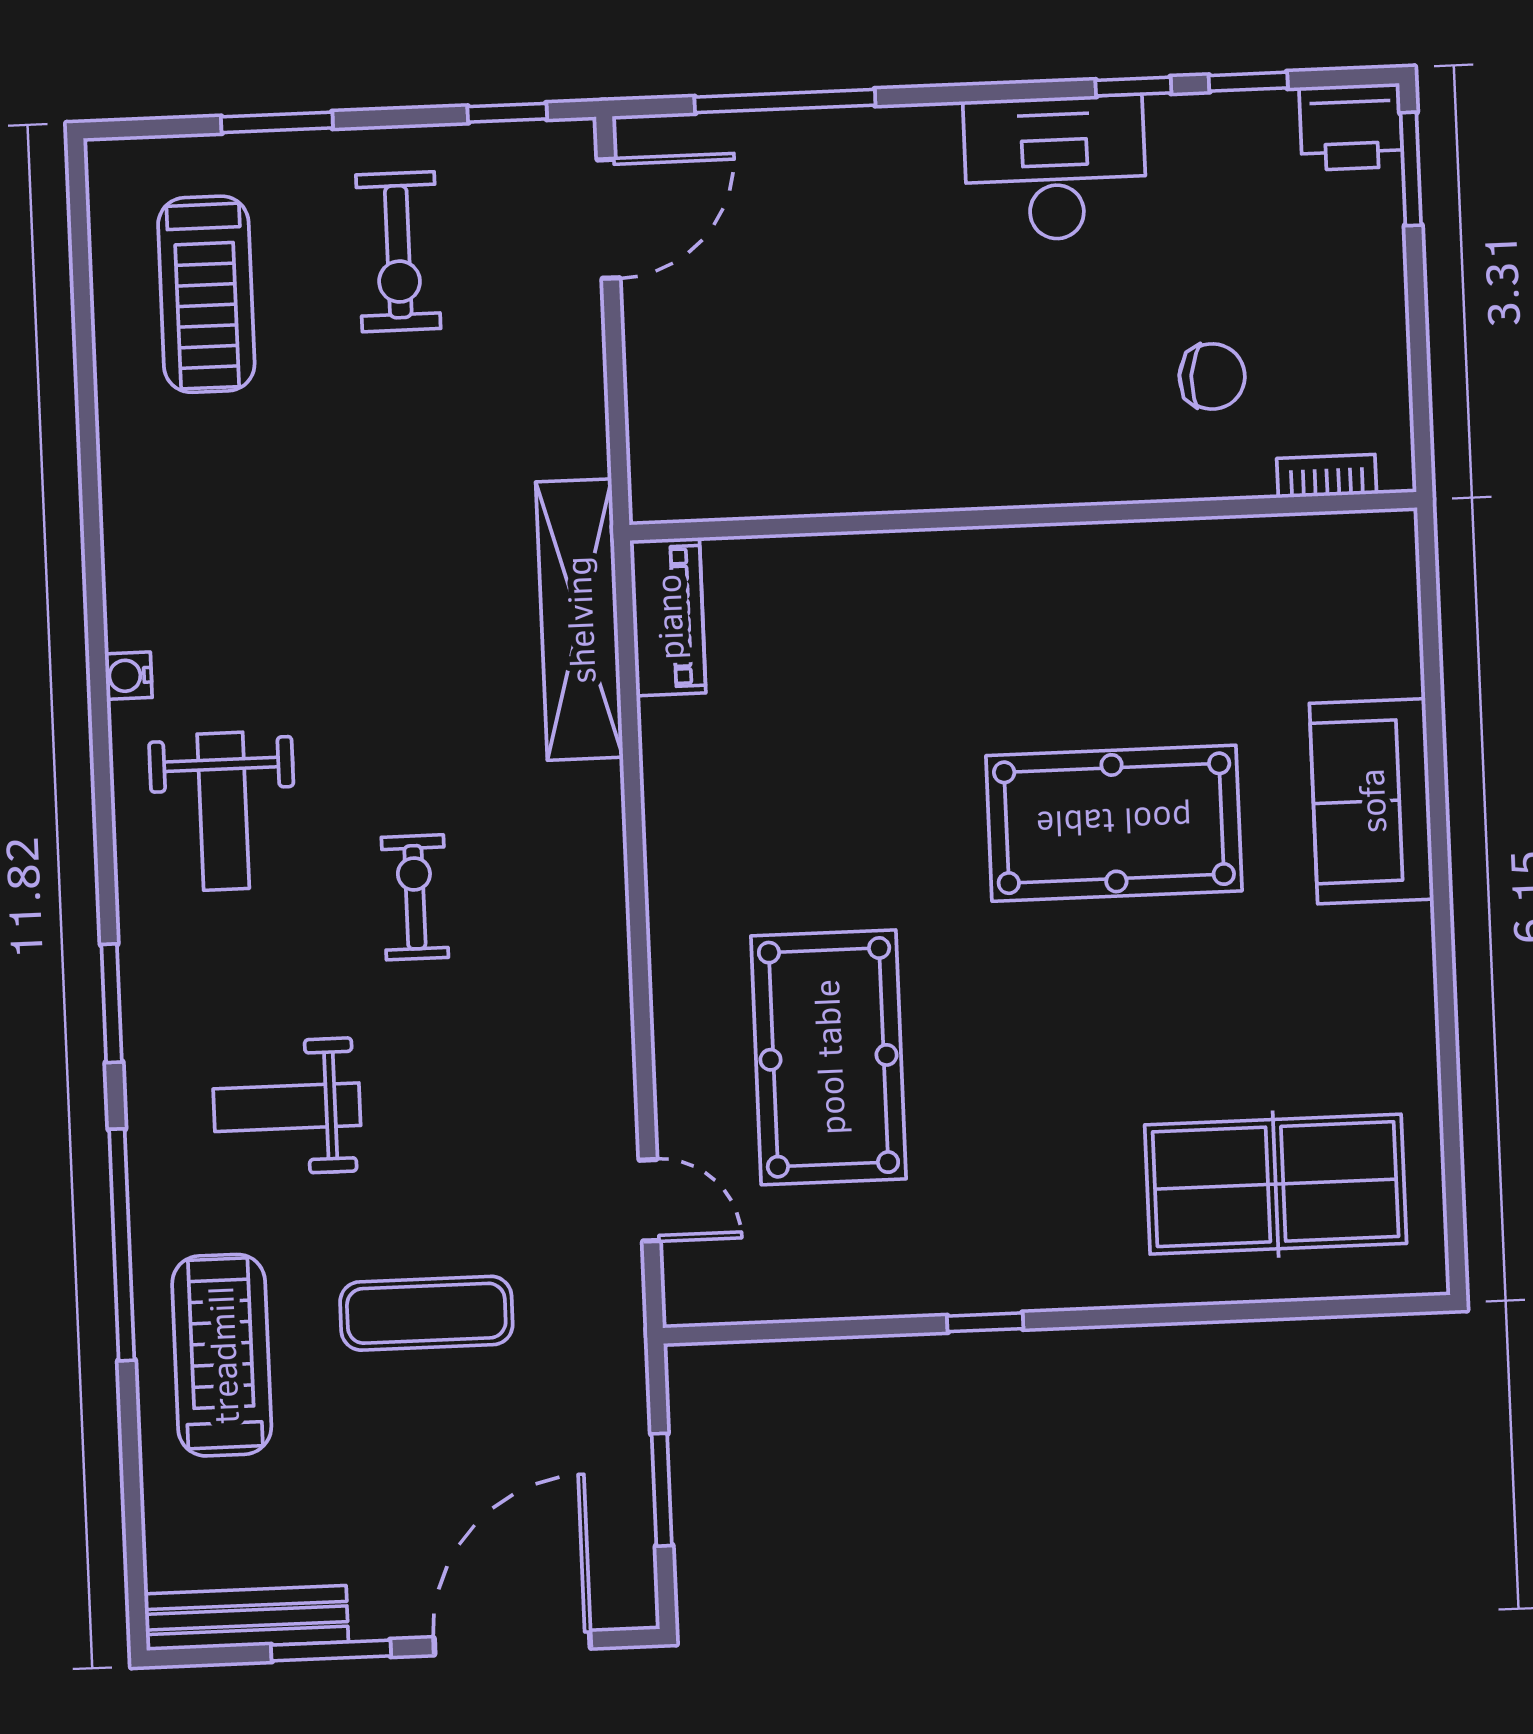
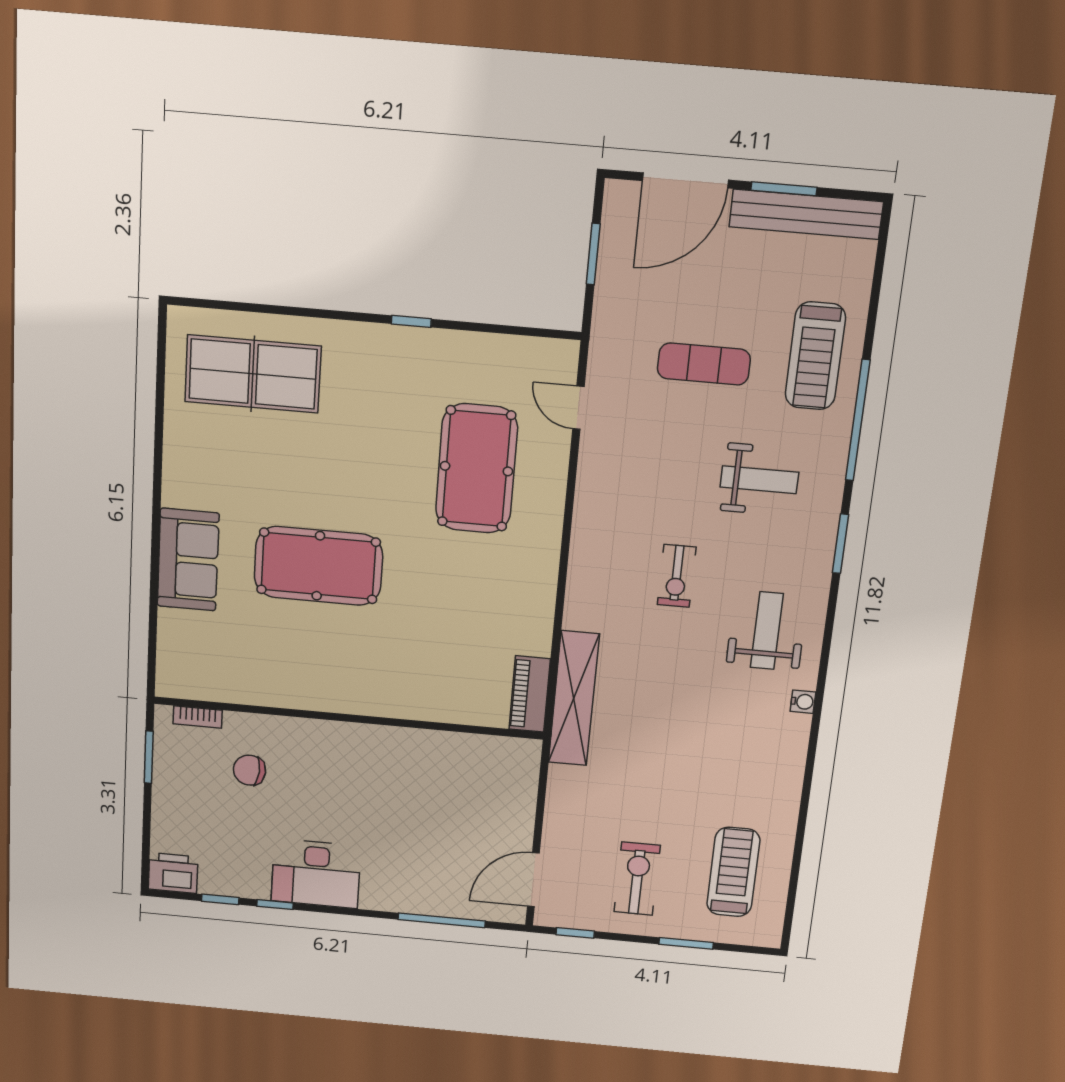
window: (1411, 169) -> (149, 757), moved
bench: (246, 1618) -> (806, 214), width x1.37, depth x1.21

